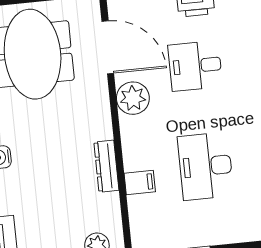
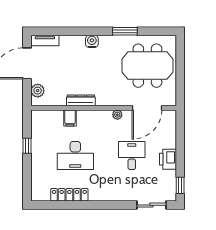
plant: (133, 98) -> (117, 115), width x0.53, depth x0.53
desk: (205, 166) -> (75, 155), turned 180

